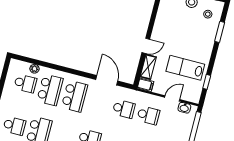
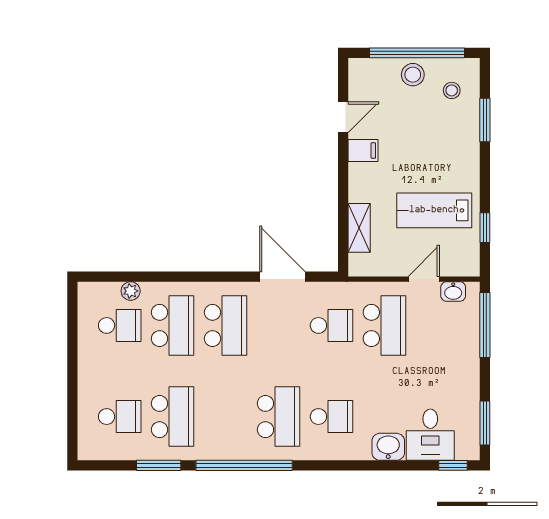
door: (146, 46) -> (343, 117), moved
filing cabinet: (146, 85) -> (363, 151), moved
school desk: (148, 115) -> (384, 325), width x1.85

